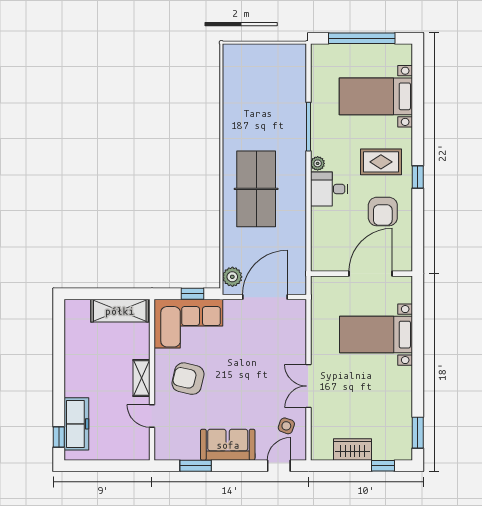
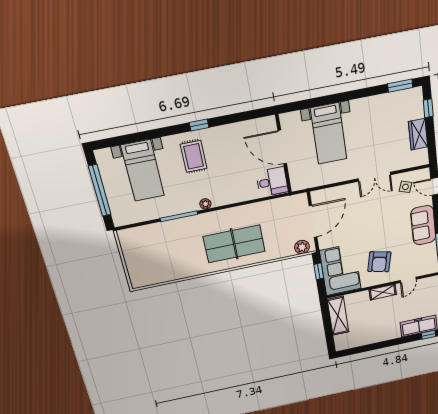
desk: (329, 189) -> (272, 182), moved, turned -90
armchair: (383, 212) -> (232, 147), removed
door: (265, 297) -> (313, 221), swing flipped

